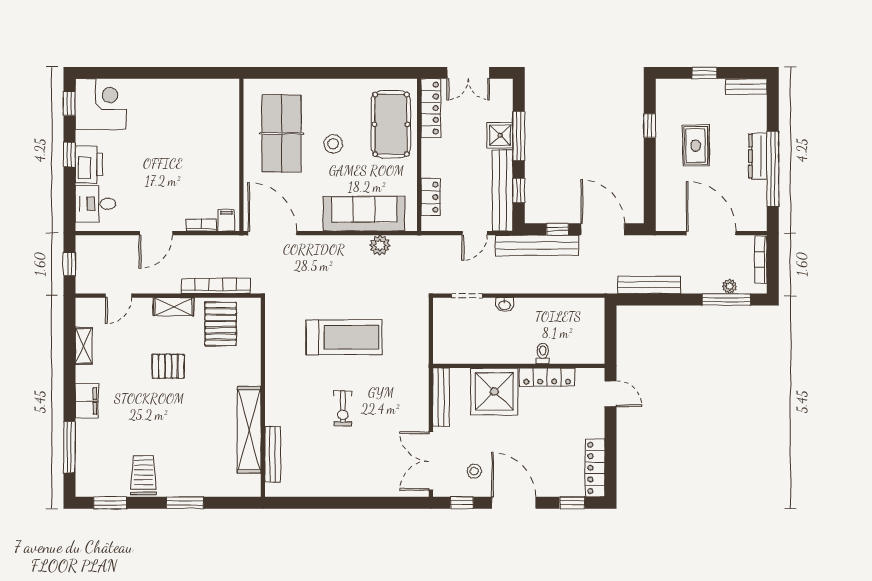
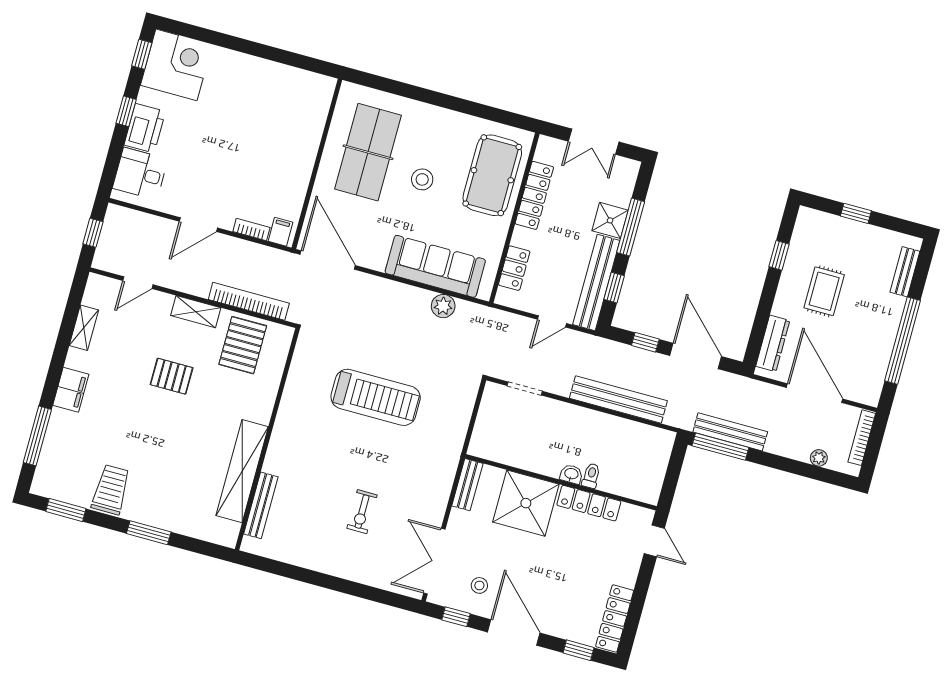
bench: (746, 87) -> (905, 272), moved, turned 90
locker: (431, 108) -> (534, 195), moved
dresser: (758, 156) -> (773, 343), moved, turned 180
bench: (537, 245) -> (618, 399), moved
window: (726, 300) -> (720, 447), moved
washbasin: (505, 305) -> (571, 474), moved, turned 180
bench: (441, 397) -> (467, 485), width x0.73
exercise bike: (343, 408) -> (362, 512), moved

